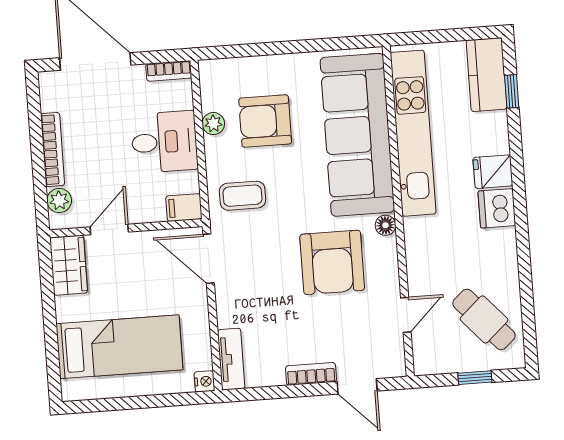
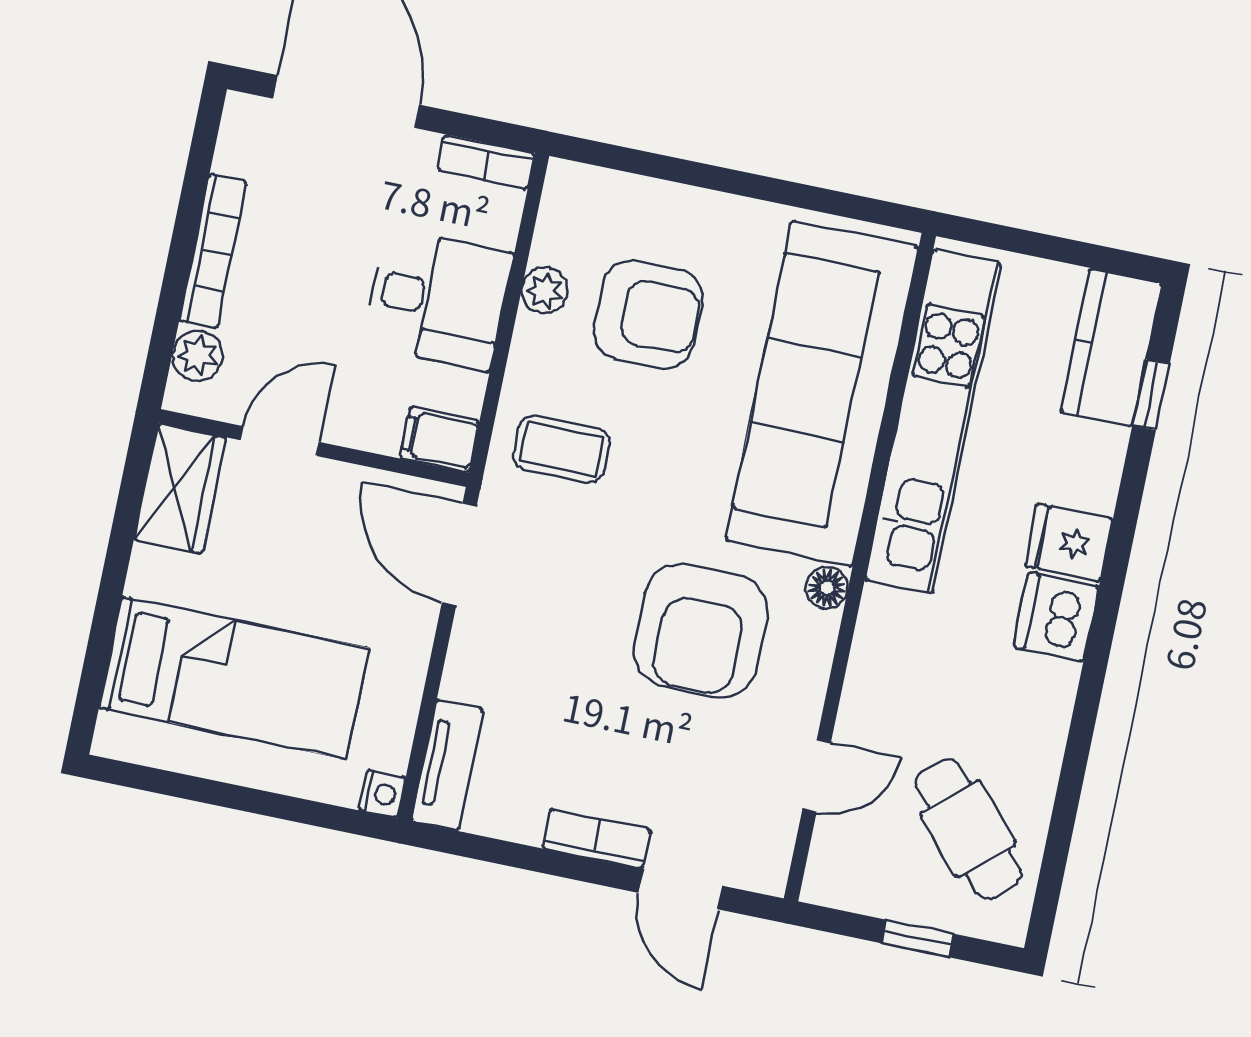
armchair: (265, 121) -> (648, 314), turned 180

